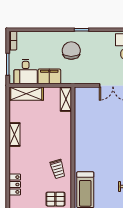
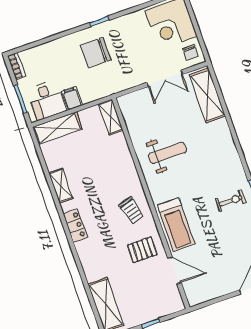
chair: (71, 51) -> (96, 53), turned -90
filing cabinet: (49, 76) -> (72, 98), width x0.50
weight bench: (97, 138) -> (167, 153), added
locker: (15, 185) -> (75, 226), moved

